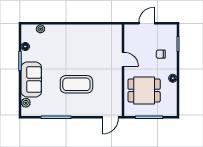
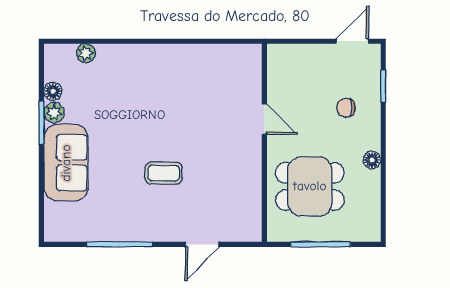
door: (147, 23) -> (352, 41), moved
coffee table: (76, 84) -> (164, 173), width x0.54, depth x0.58
plant: (26, 103) -> (54, 112), moved
door: (110, 117) -> (202, 244), moved

